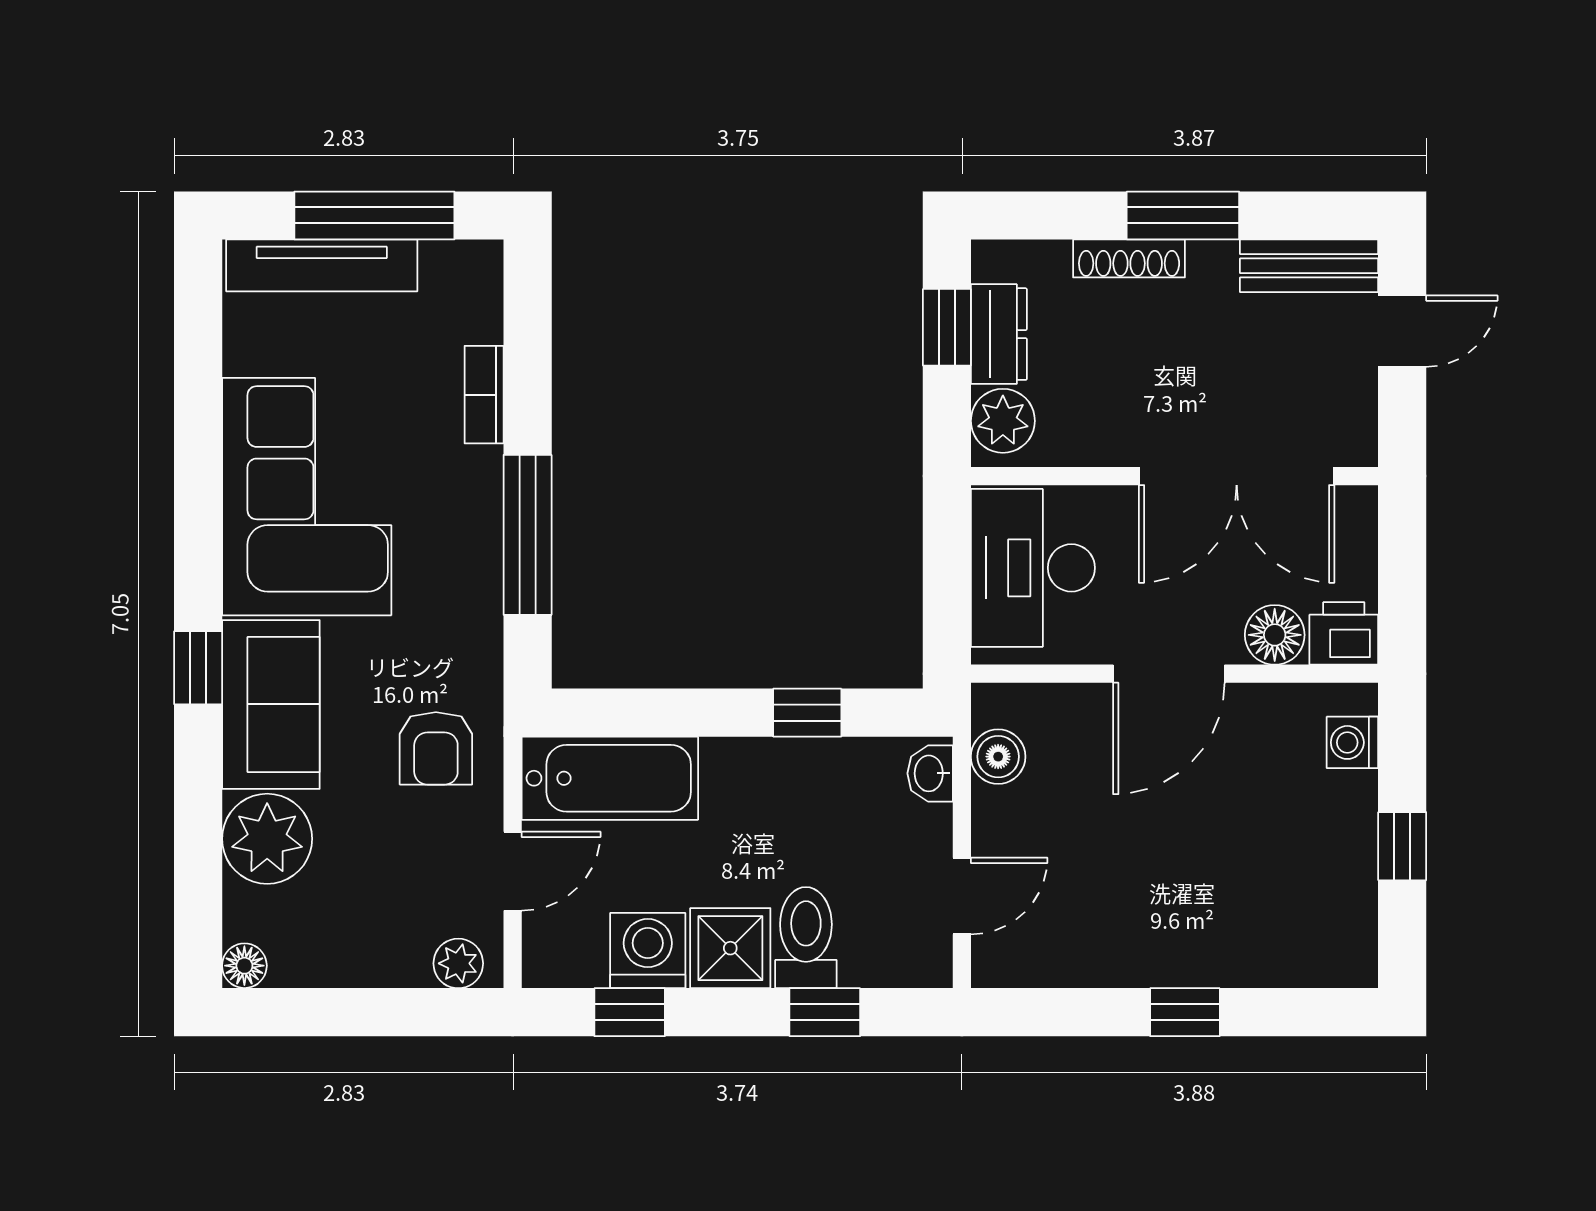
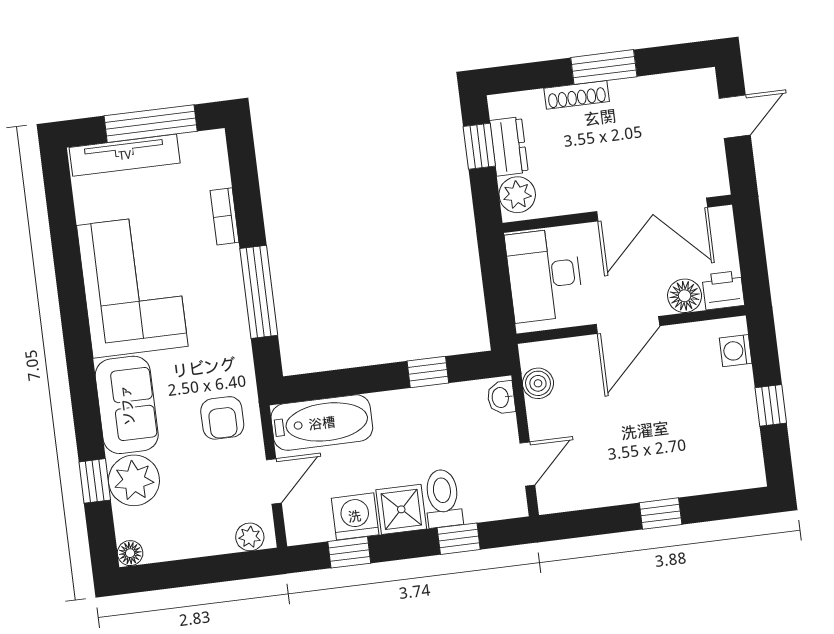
bench: (1309, 266) -> (678, 86), removed
window: (198, 668) -> (95, 481), moved

